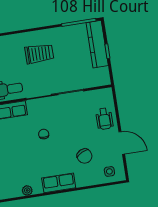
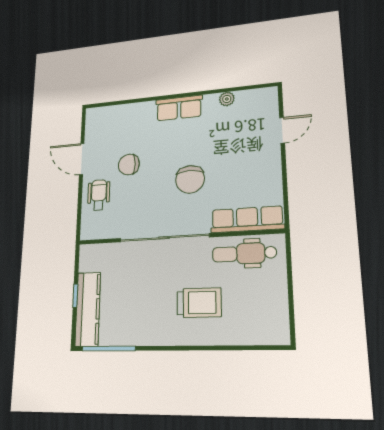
trolley: (39, 54) -> (199, 303), moved, turned 180
chair: (44, 134) -> (190, 179), width x1.87, depth x1.87
chair: (85, 156) -> (129, 165), moved, turned -63
side table: (109, 171) -> (106, 121), removed

